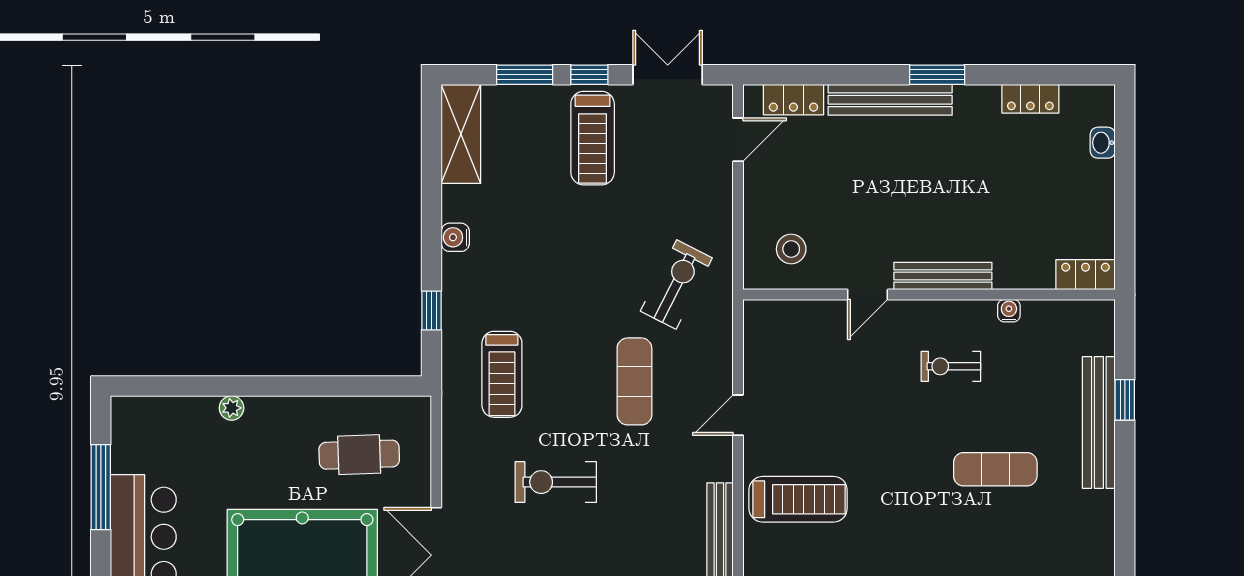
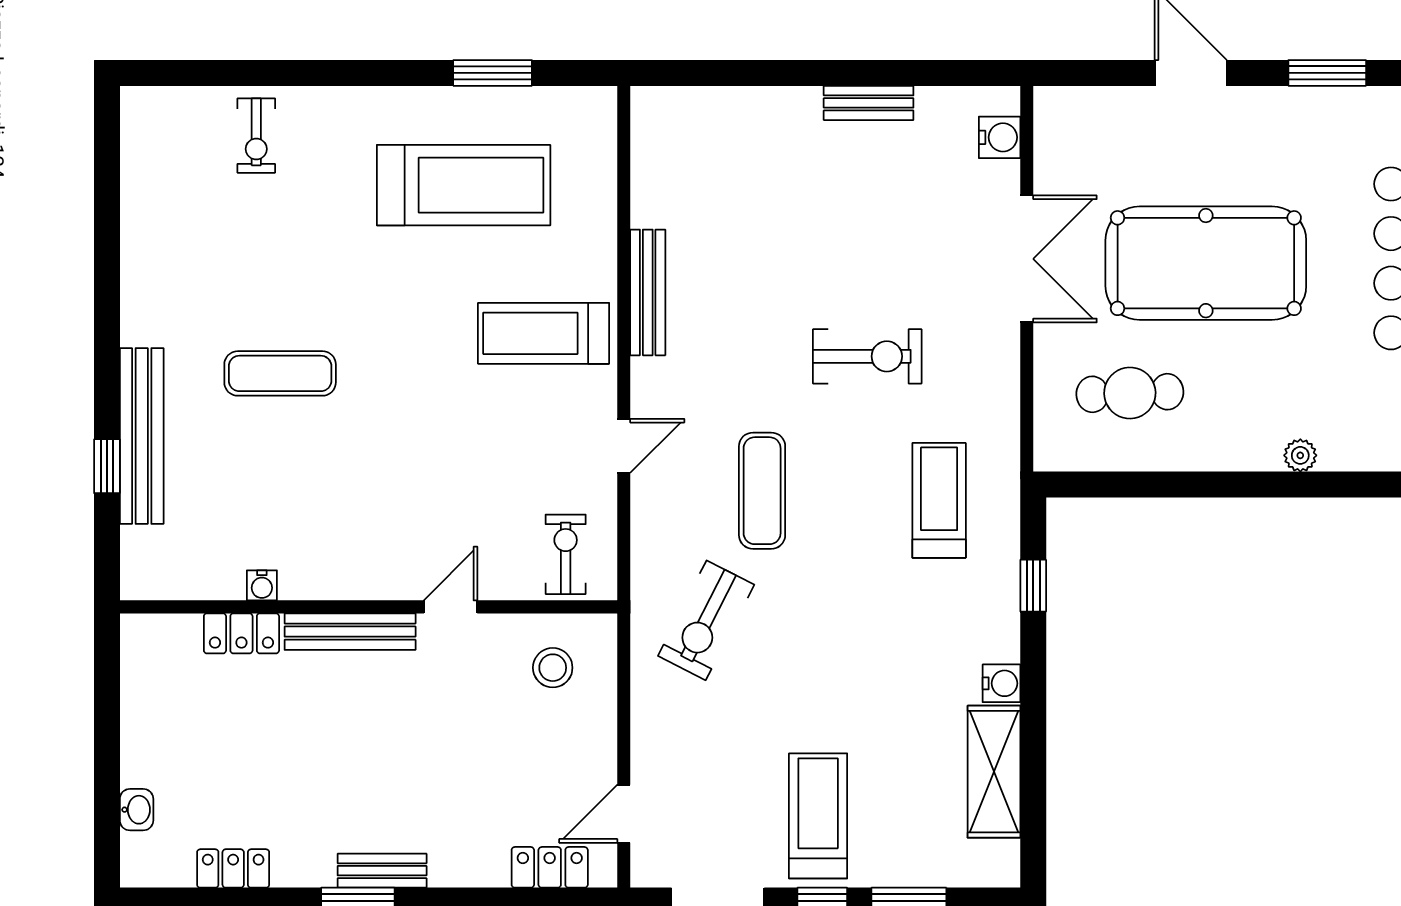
bench: (890, 100) -> (382, 871), width x0.54, depth x0.82
shelving: (461, 134) -> (994, 772), moved
locker: (1085, 275) -> (241, 633), moved
exercise bike: (951, 366) -> (566, 554), moved, turned -90

